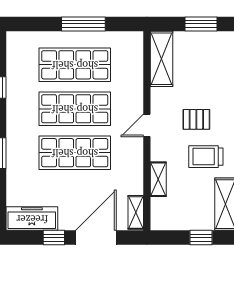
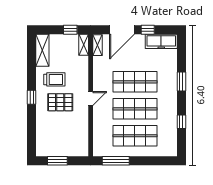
window: (83, 24) -> (116, 161), moved
shelving: (162, 59) -> (82, 139), removed
pallet: (196, 119) -> (60, 102), width x1.50, depth x1.42
shelving: (158, 179) -> (84, 45), moved
window: (201, 238) -> (70, 30), moved

